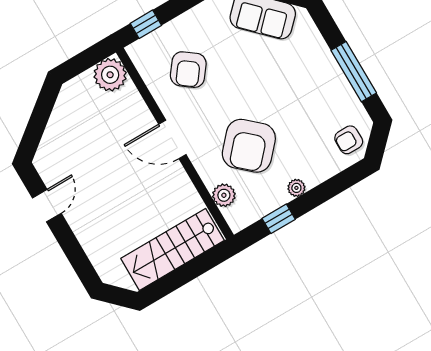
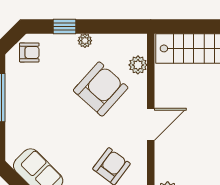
door: (172, 139) -> (151, 124), hinge flipped
window: (279, 219) -> (65, 26), moved

